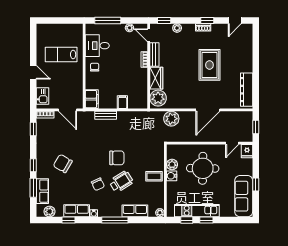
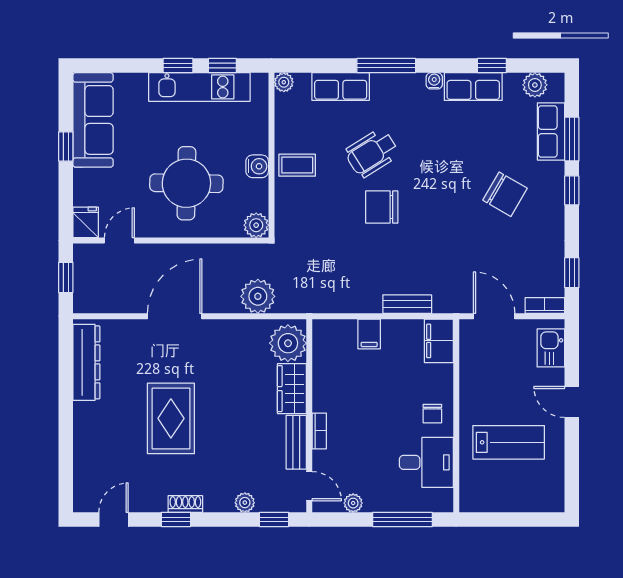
plant: (172, 165) -> (256, 225), moved
chair: (98, 184) -> (425, 147), removed

